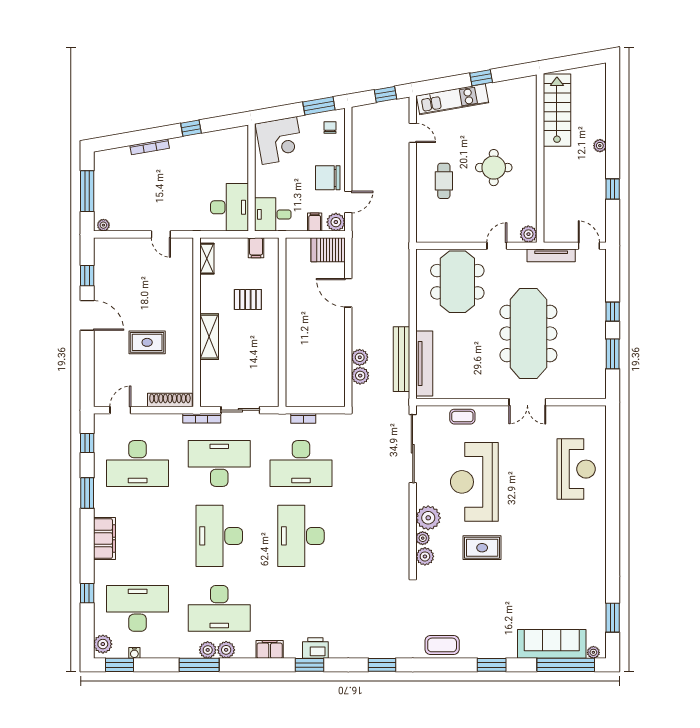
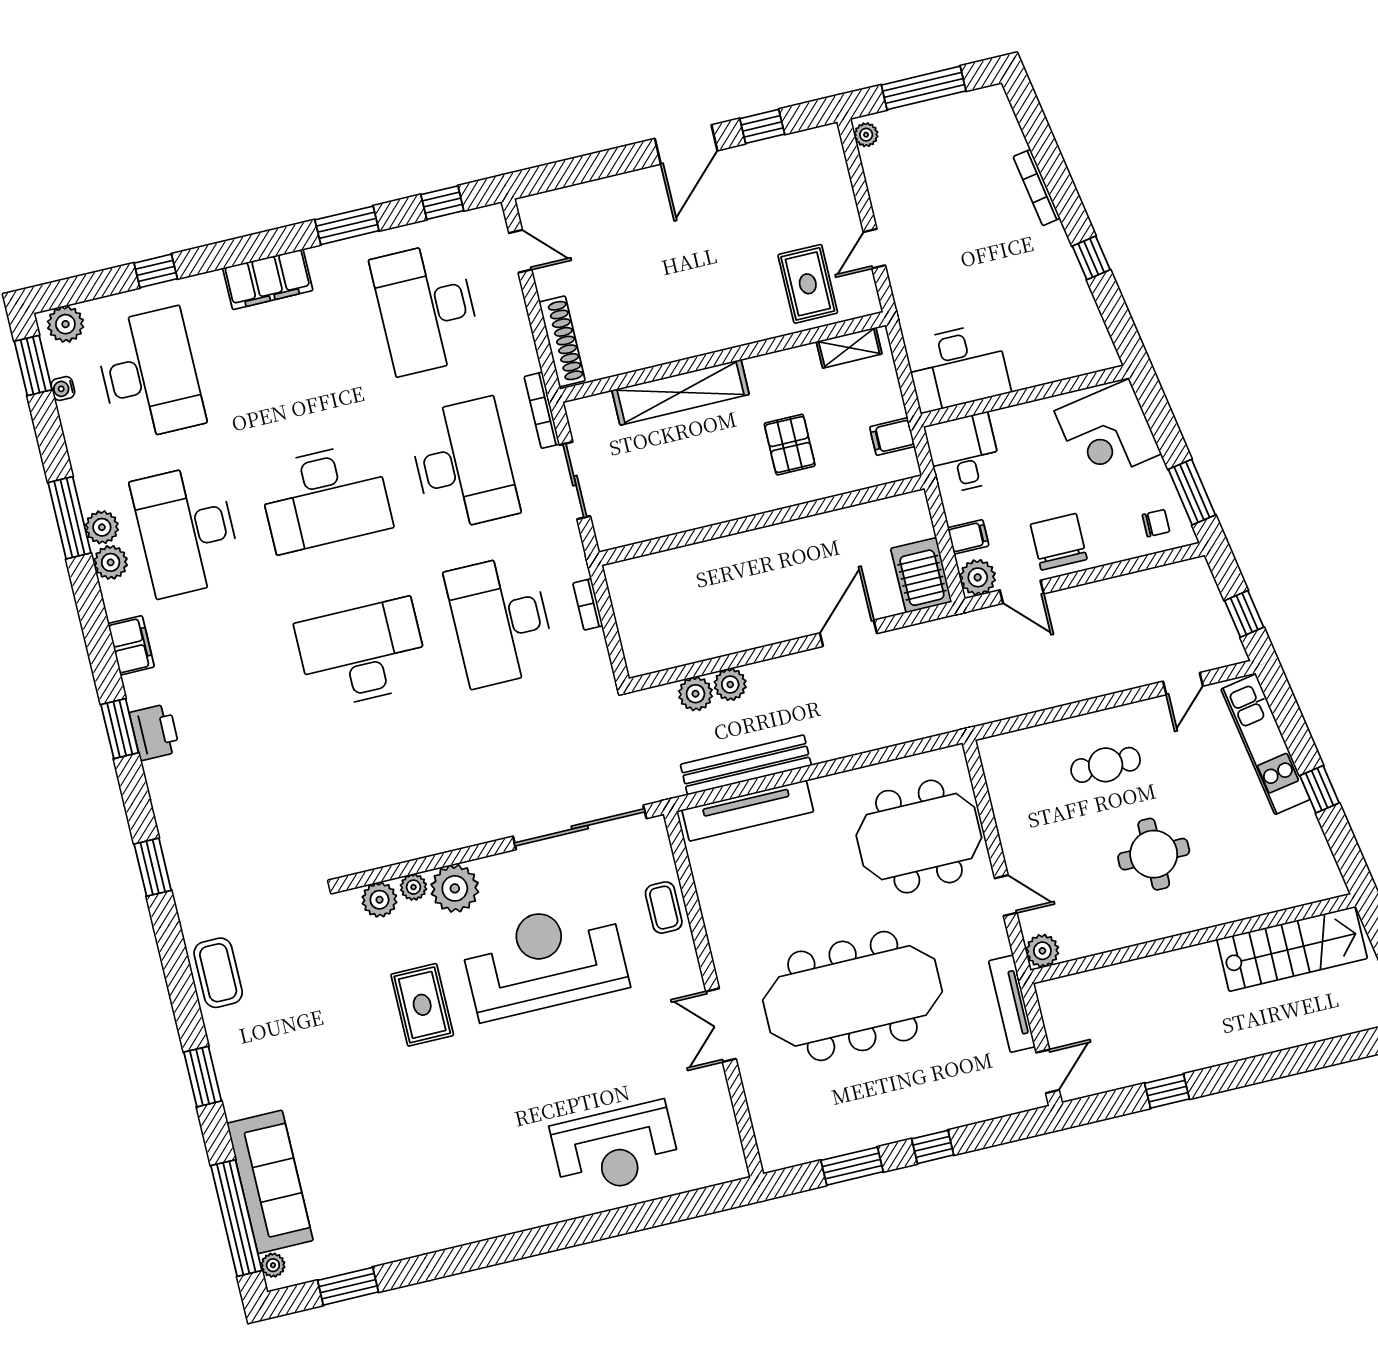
plant: (600, 146) -> (1244, 1047), removed
shelving: (209, 337) -> (681, 392), width x1.47
rug: (147, 342) -> (808, 284), moved
desk: (219, 536) -> (325, 497), turned 180

